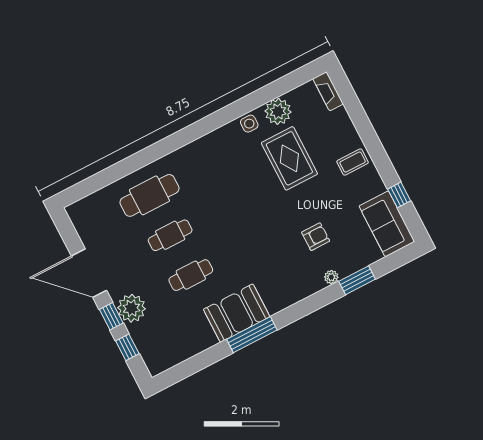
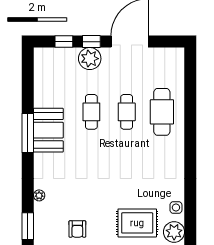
armchair: (316, 237) -> (77, 229), moved
plant: (331, 277) -> (39, 195), moved

